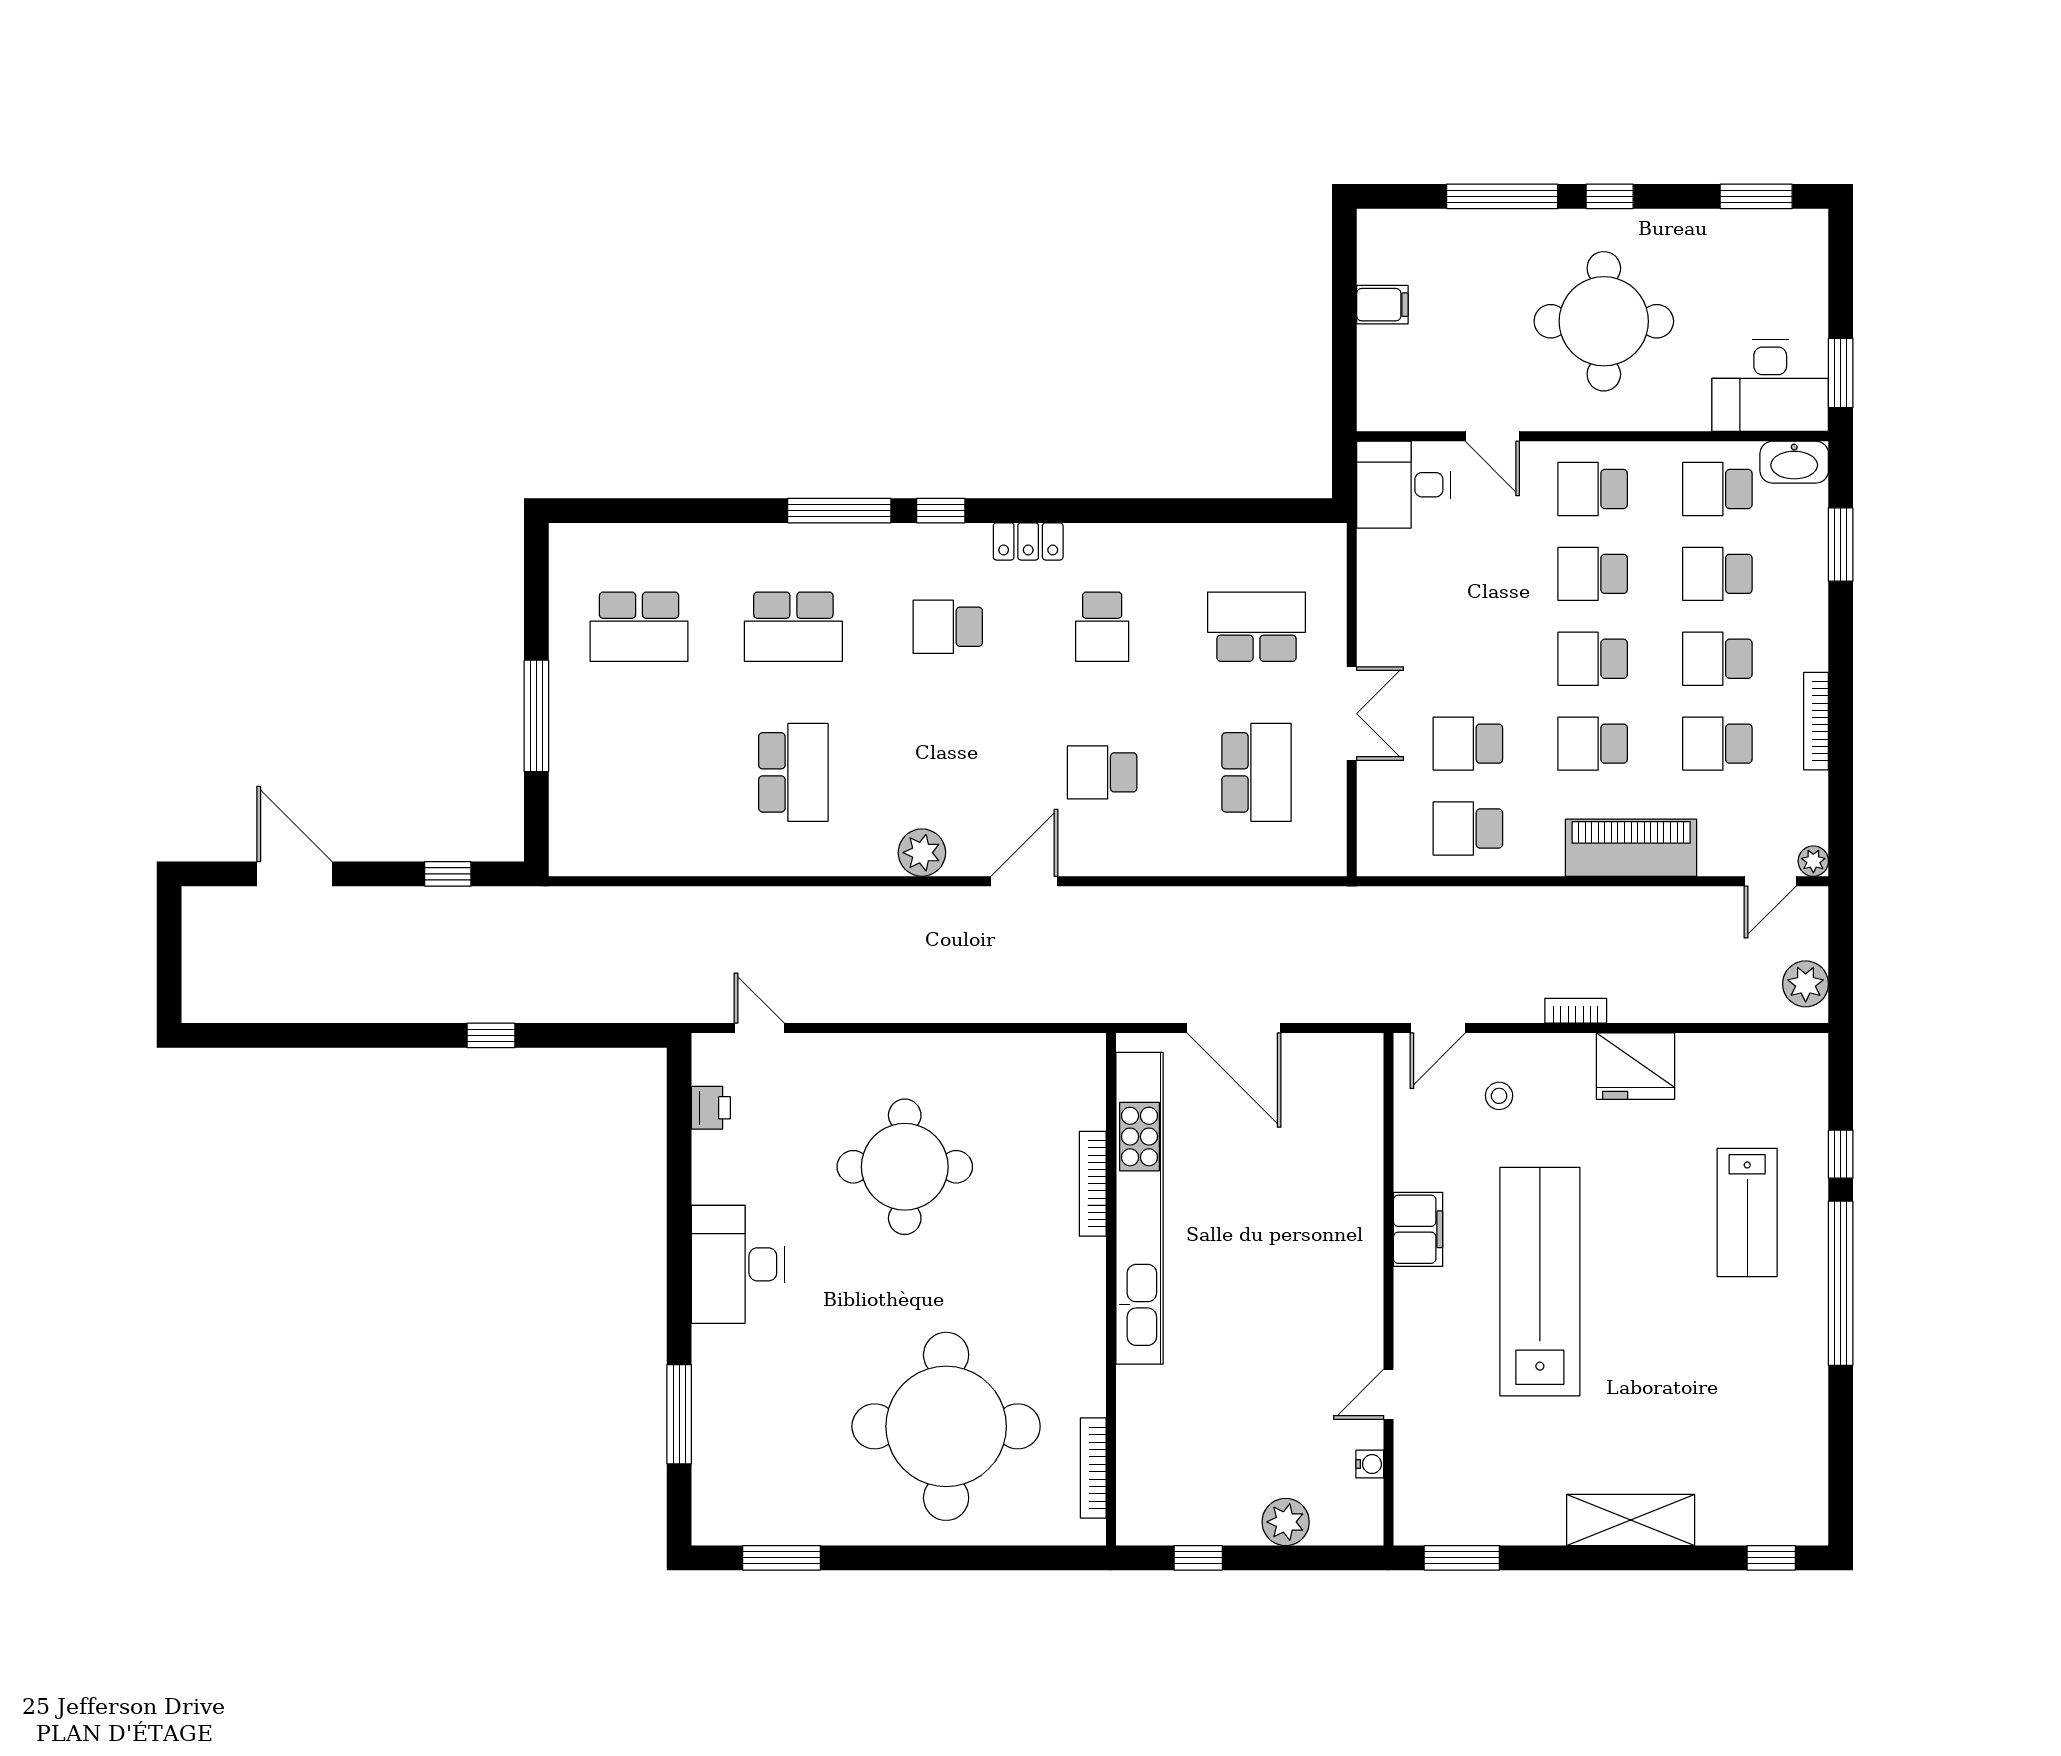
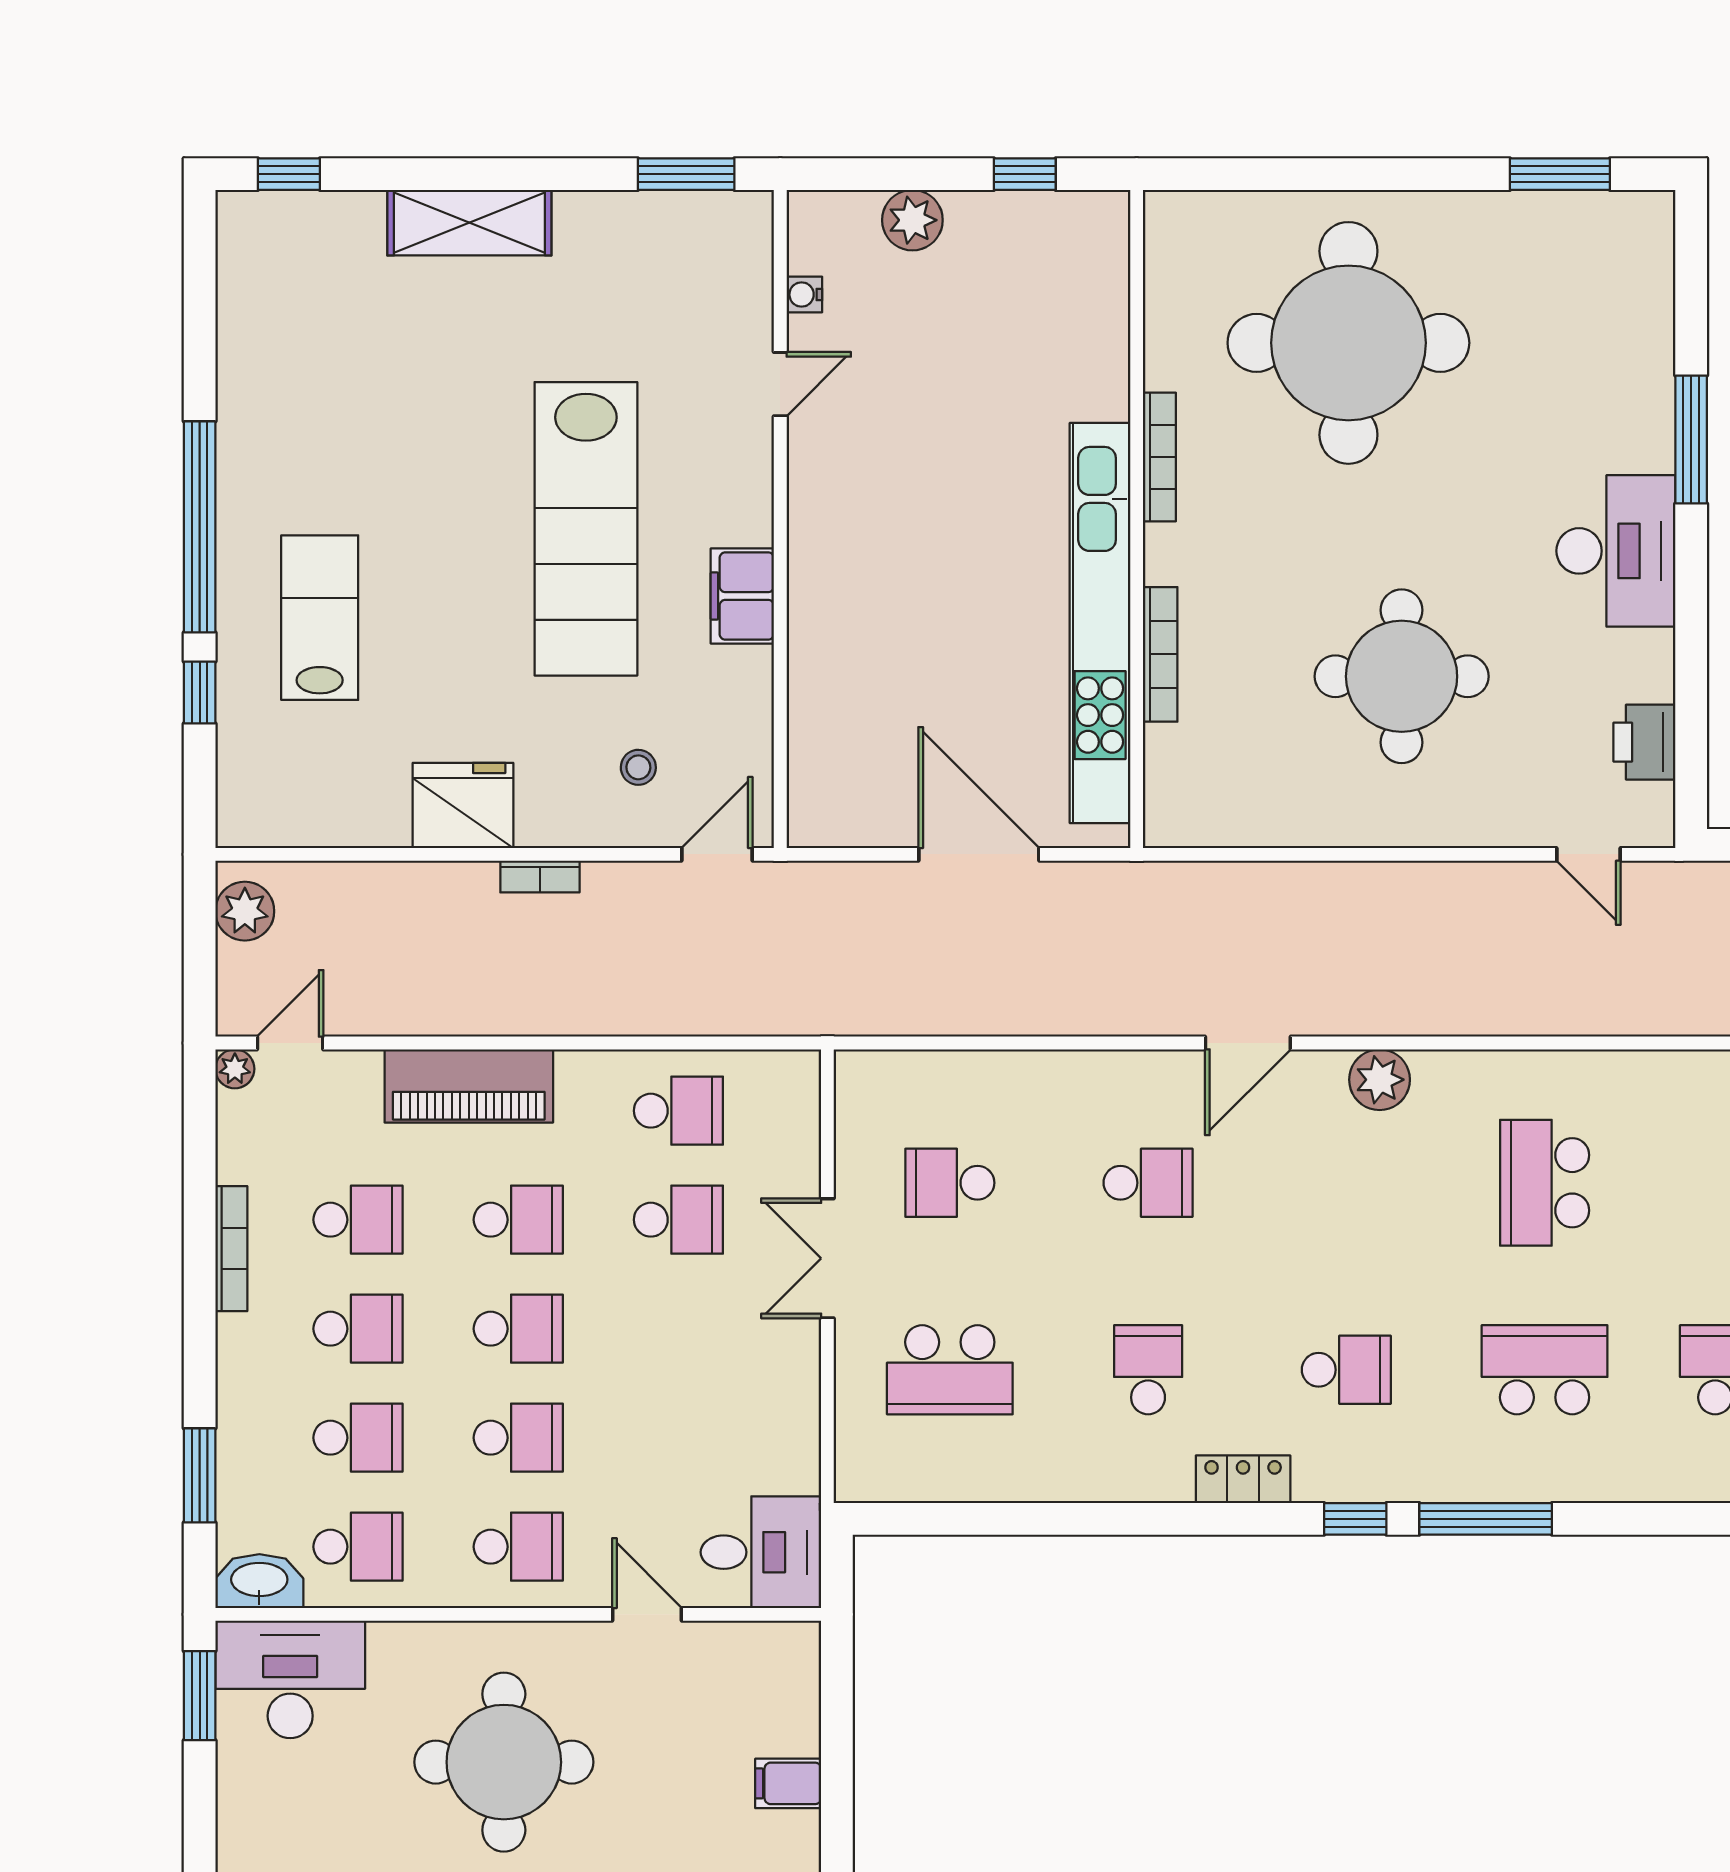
school desk: (1257, 772) -> (950, 1183), width x0.54
printer: (711, 1108) -> (1644, 742), width x1.36, depth x1.24
window: (679, 1414) -> (1691, 440), moved
bookcase: (1093, 1468) -> (1159, 457), moved

